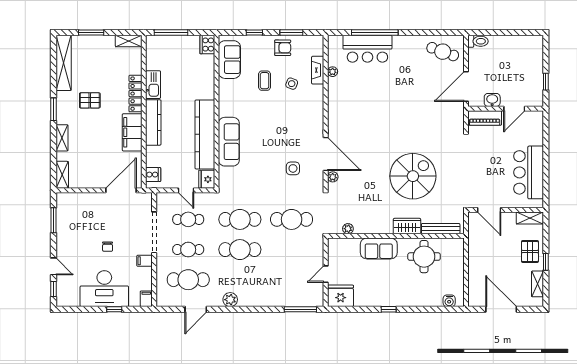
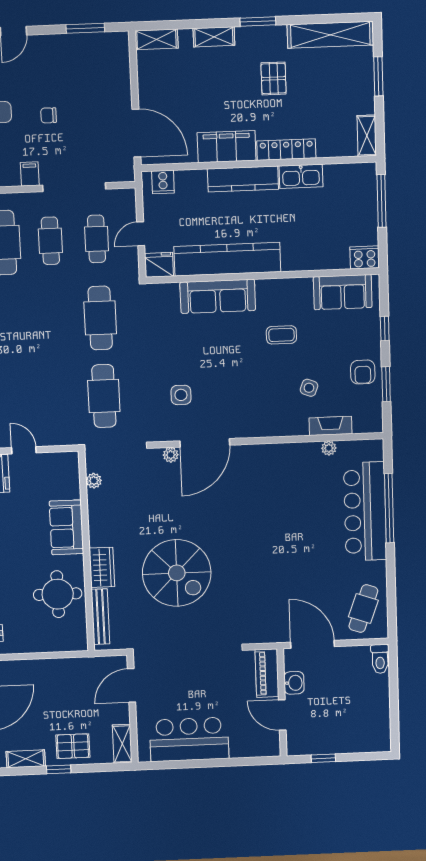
bar counter: (367, 49) -> (365, 511), width x1.36
coffee table: (265, 81) -> (281, 335), moved
cafe table: (240, 250) -> (54, 320), removed

